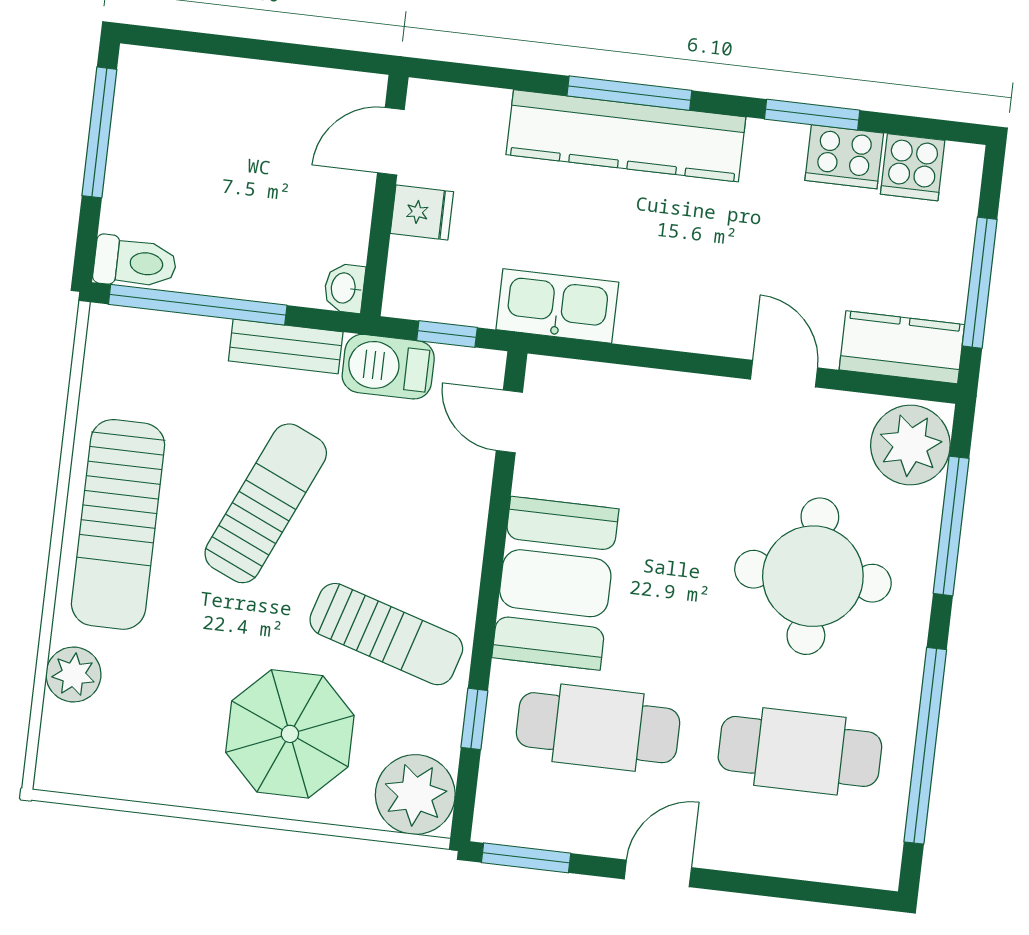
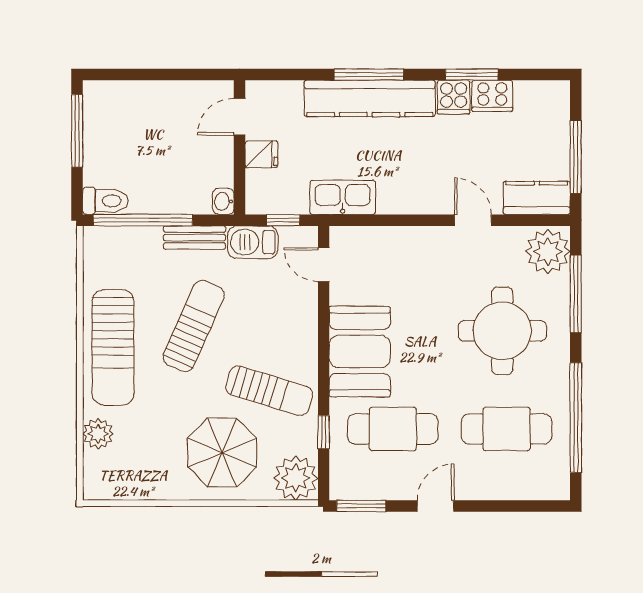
cooker: (913, 167) -> (454, 97), moved

